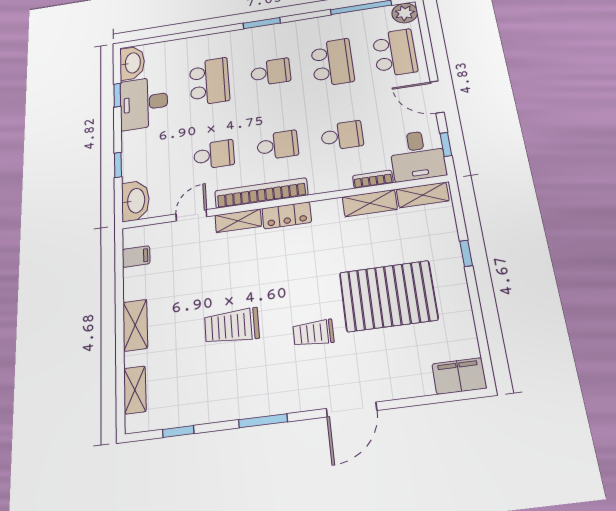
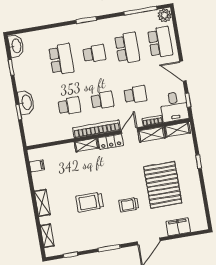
desk: (144, 103) -> (27, 73), removed
washbasin: (135, 201) -> (26, 102), moved
door: (191, 215) -> (129, 130), moved
pallet: (388, 296) -> (163, 185), turned 90
filing cabinet: (459, 376) -> (178, 227), moved

